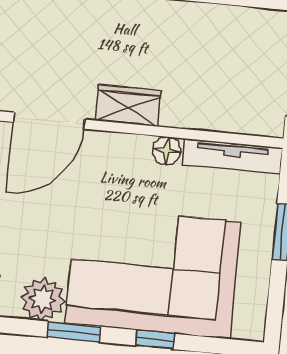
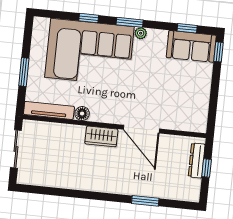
door: (49, 121) -> (141, 129), swing flipped
plant: (43, 299) -> (141, 33), width x0.53, depth x0.53

